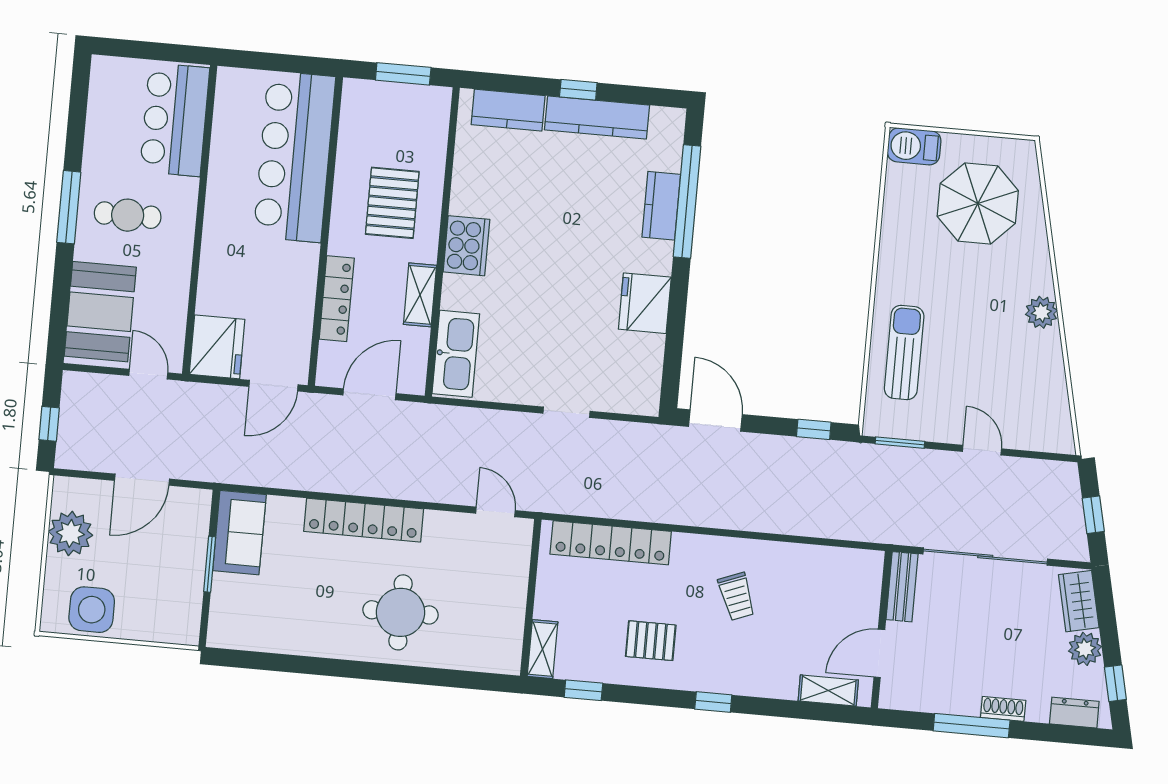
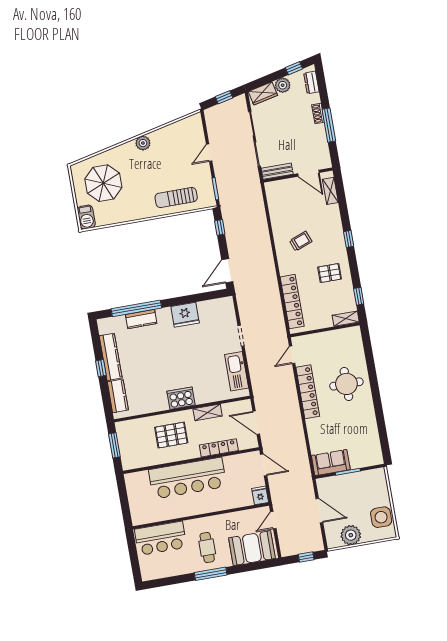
bar counter: (294, 157) -> (188, 478), moved
fridge: (217, 347) -> (260, 495), width x0.53, depth x0.75
kitchen sink: (456, 354) -> (237, 371), moved, turned -90
locker: (364, 520) -> (308, 392), moved
pallet: (651, 641) -> (330, 273), turned 90

